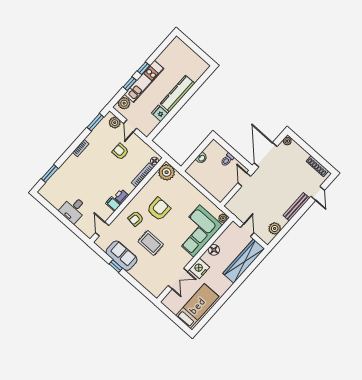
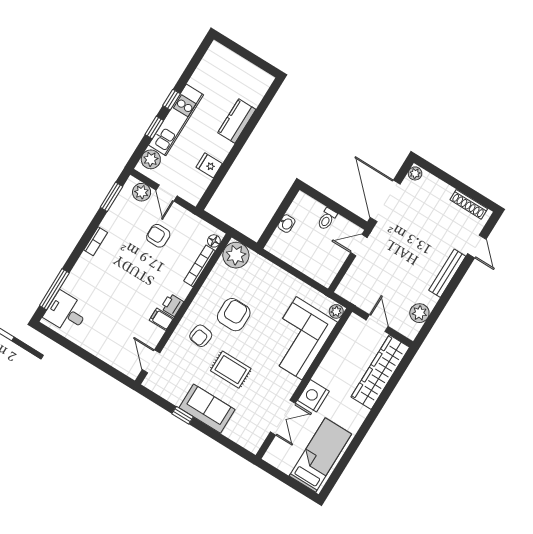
kitchen counter: (178, 94) -> (237, 121), width x0.67
window: (50, 174) -> (54, 289), width x1.44
door: (244, 179) -> (359, 245), hinge flipped
desk: (73, 209) -> (66, 313), moved, turned 90
floor lamp: (214, 250) -> (331, 363), removed
sofa: (122, 256) -> (207, 409), moved

